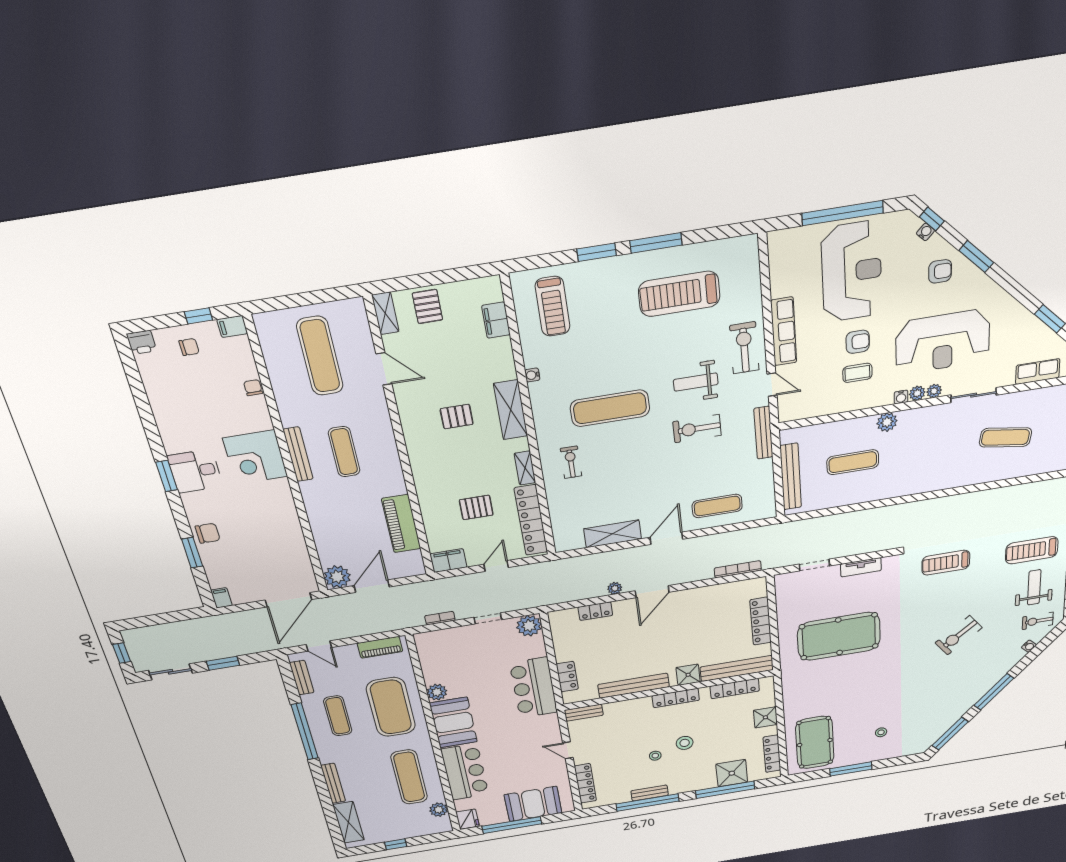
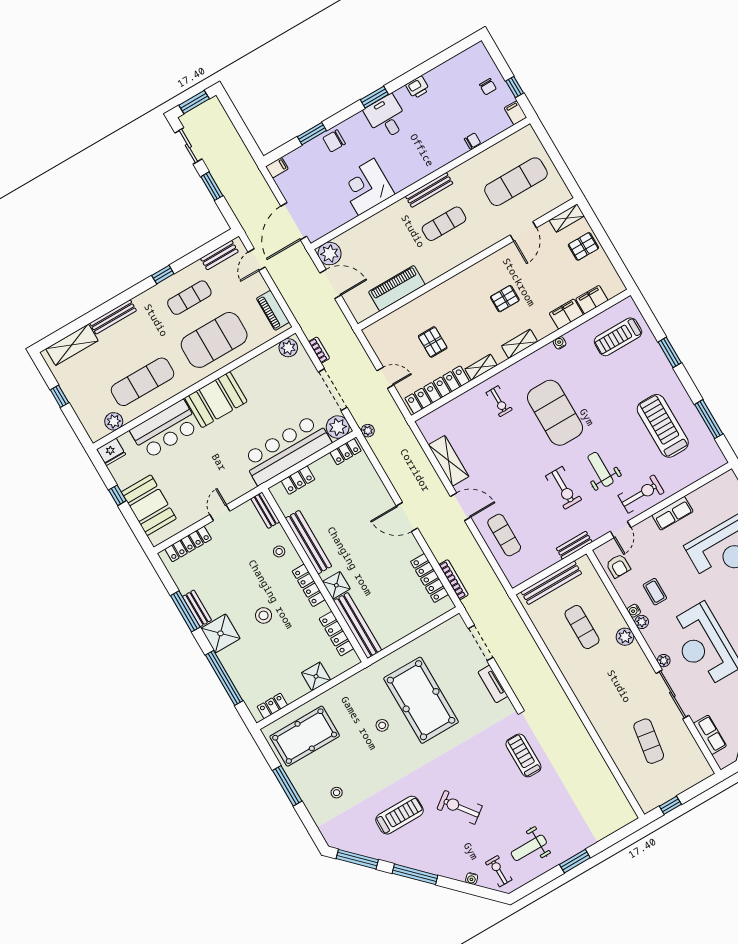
window: (656, 243) -> (709, 419), moved
row of seats: (784, 332) -> (673, 513), width x0.68
printer: (141, 342) -> (418, 87), moved, turned -90
armchair: (858, 342) -> (618, 566), moved
plant: (917, 393) -> (642, 622), moved
sliding door: (974, 395) -> (672, 694), width x1.37
water cooler: (901, 397) -> (634, 611), moved
exercise mat: (610, 408) -> (555, 413), width x1.47
shelving: (511, 410) -> (520, 344), width x0.67, depth x0.75
pallet: (457, 417) -> (505, 299), turned 90
exercise bike: (697, 429) -> (564, 488), turned 180
bench: (763, 433) -> (574, 545), width x0.73
corner desk: (255, 457) -> (366, 187), moved
exercise bike: (571, 462) -> (499, 401), turned 90
chair: (208, 533) -> (334, 141), turned 90
treadmill: (1032, 550) -> (399, 815), moved, turned 90
filing cabinet: (448, 561) -> (566, 314), moved, turned -90
doorway: (814, 565) -> (481, 643), width x1.38
weight bench: (1034, 587) -> (529, 848), turned 180
plant: (615, 588) -> (368, 431), moved
door: (288, 600) -> (294, 221), hinge flipped
locker: (595, 611) -> (345, 452), moved, turned -90
doorway: (488, 618) -> (333, 390), width x1.87
locker: (761, 621) -> (430, 578), moved, turned -90
window: (122, 653) -> (194, 102), width x1.50
stool: (843, 677) -> (382, 725), added
bar counter: (534, 688) -> (286, 450), width x1.36
plant: (437, 692) -> (288, 348), moved
window: (305, 732) -> (163, 275), width x0.32
locker: (772, 754) -> (272, 706), width x0.66
stool: (655, 756) -> (279, 551), moved
shower: (732, 773) -> (220, 633), moved
window: (648, 803) -> (185, 611), width x0.68
window: (512, 825) -> (117, 495), width x0.32

